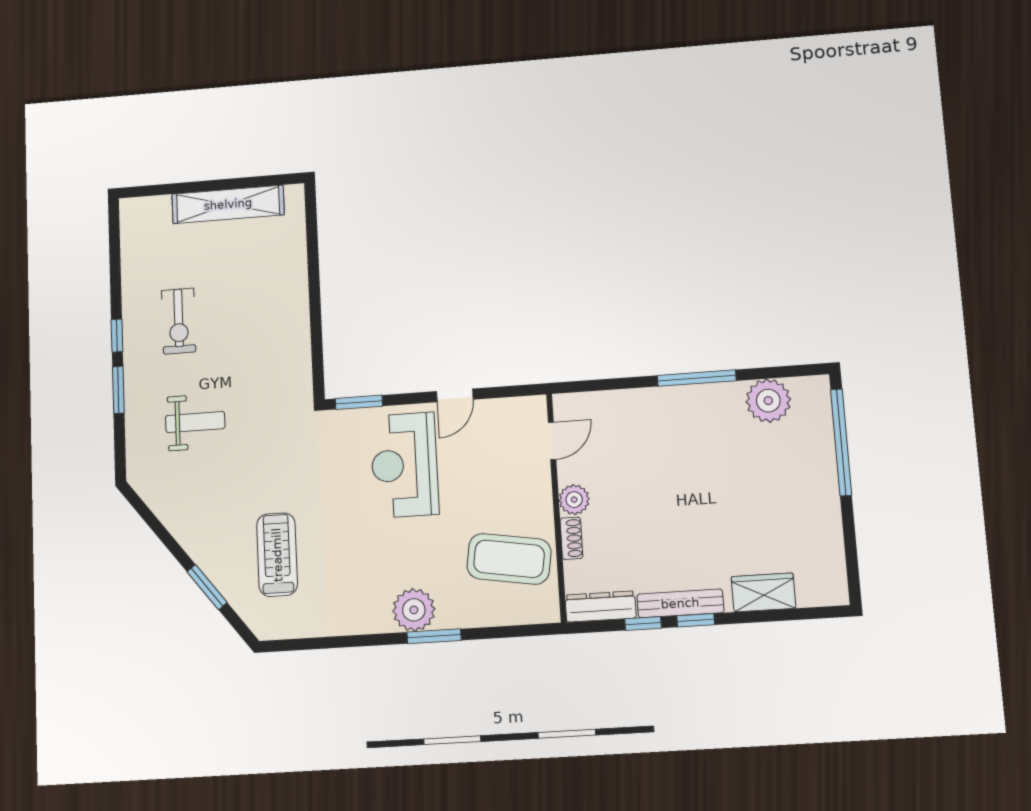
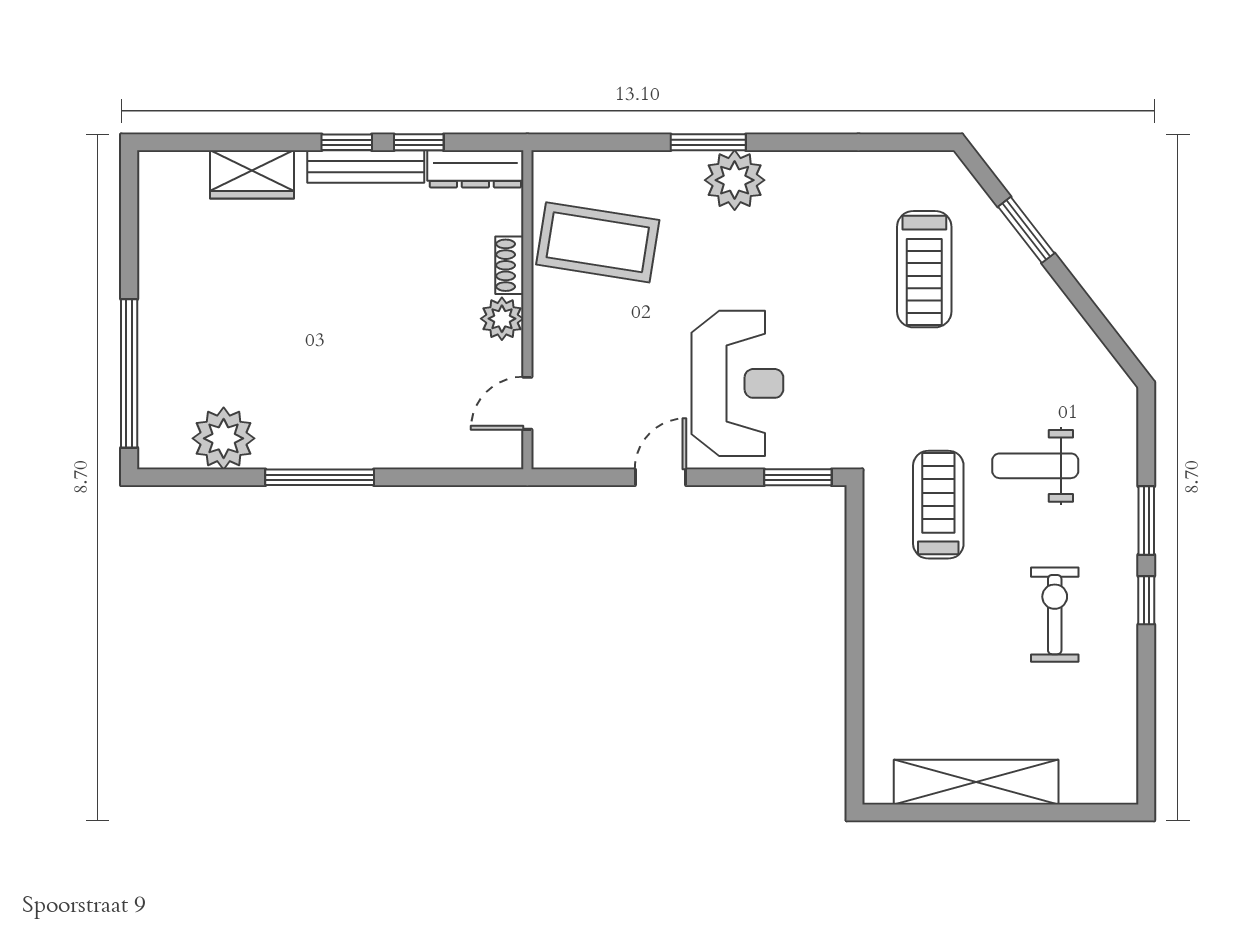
treadmill: (261, 390) -> (938, 505), added

